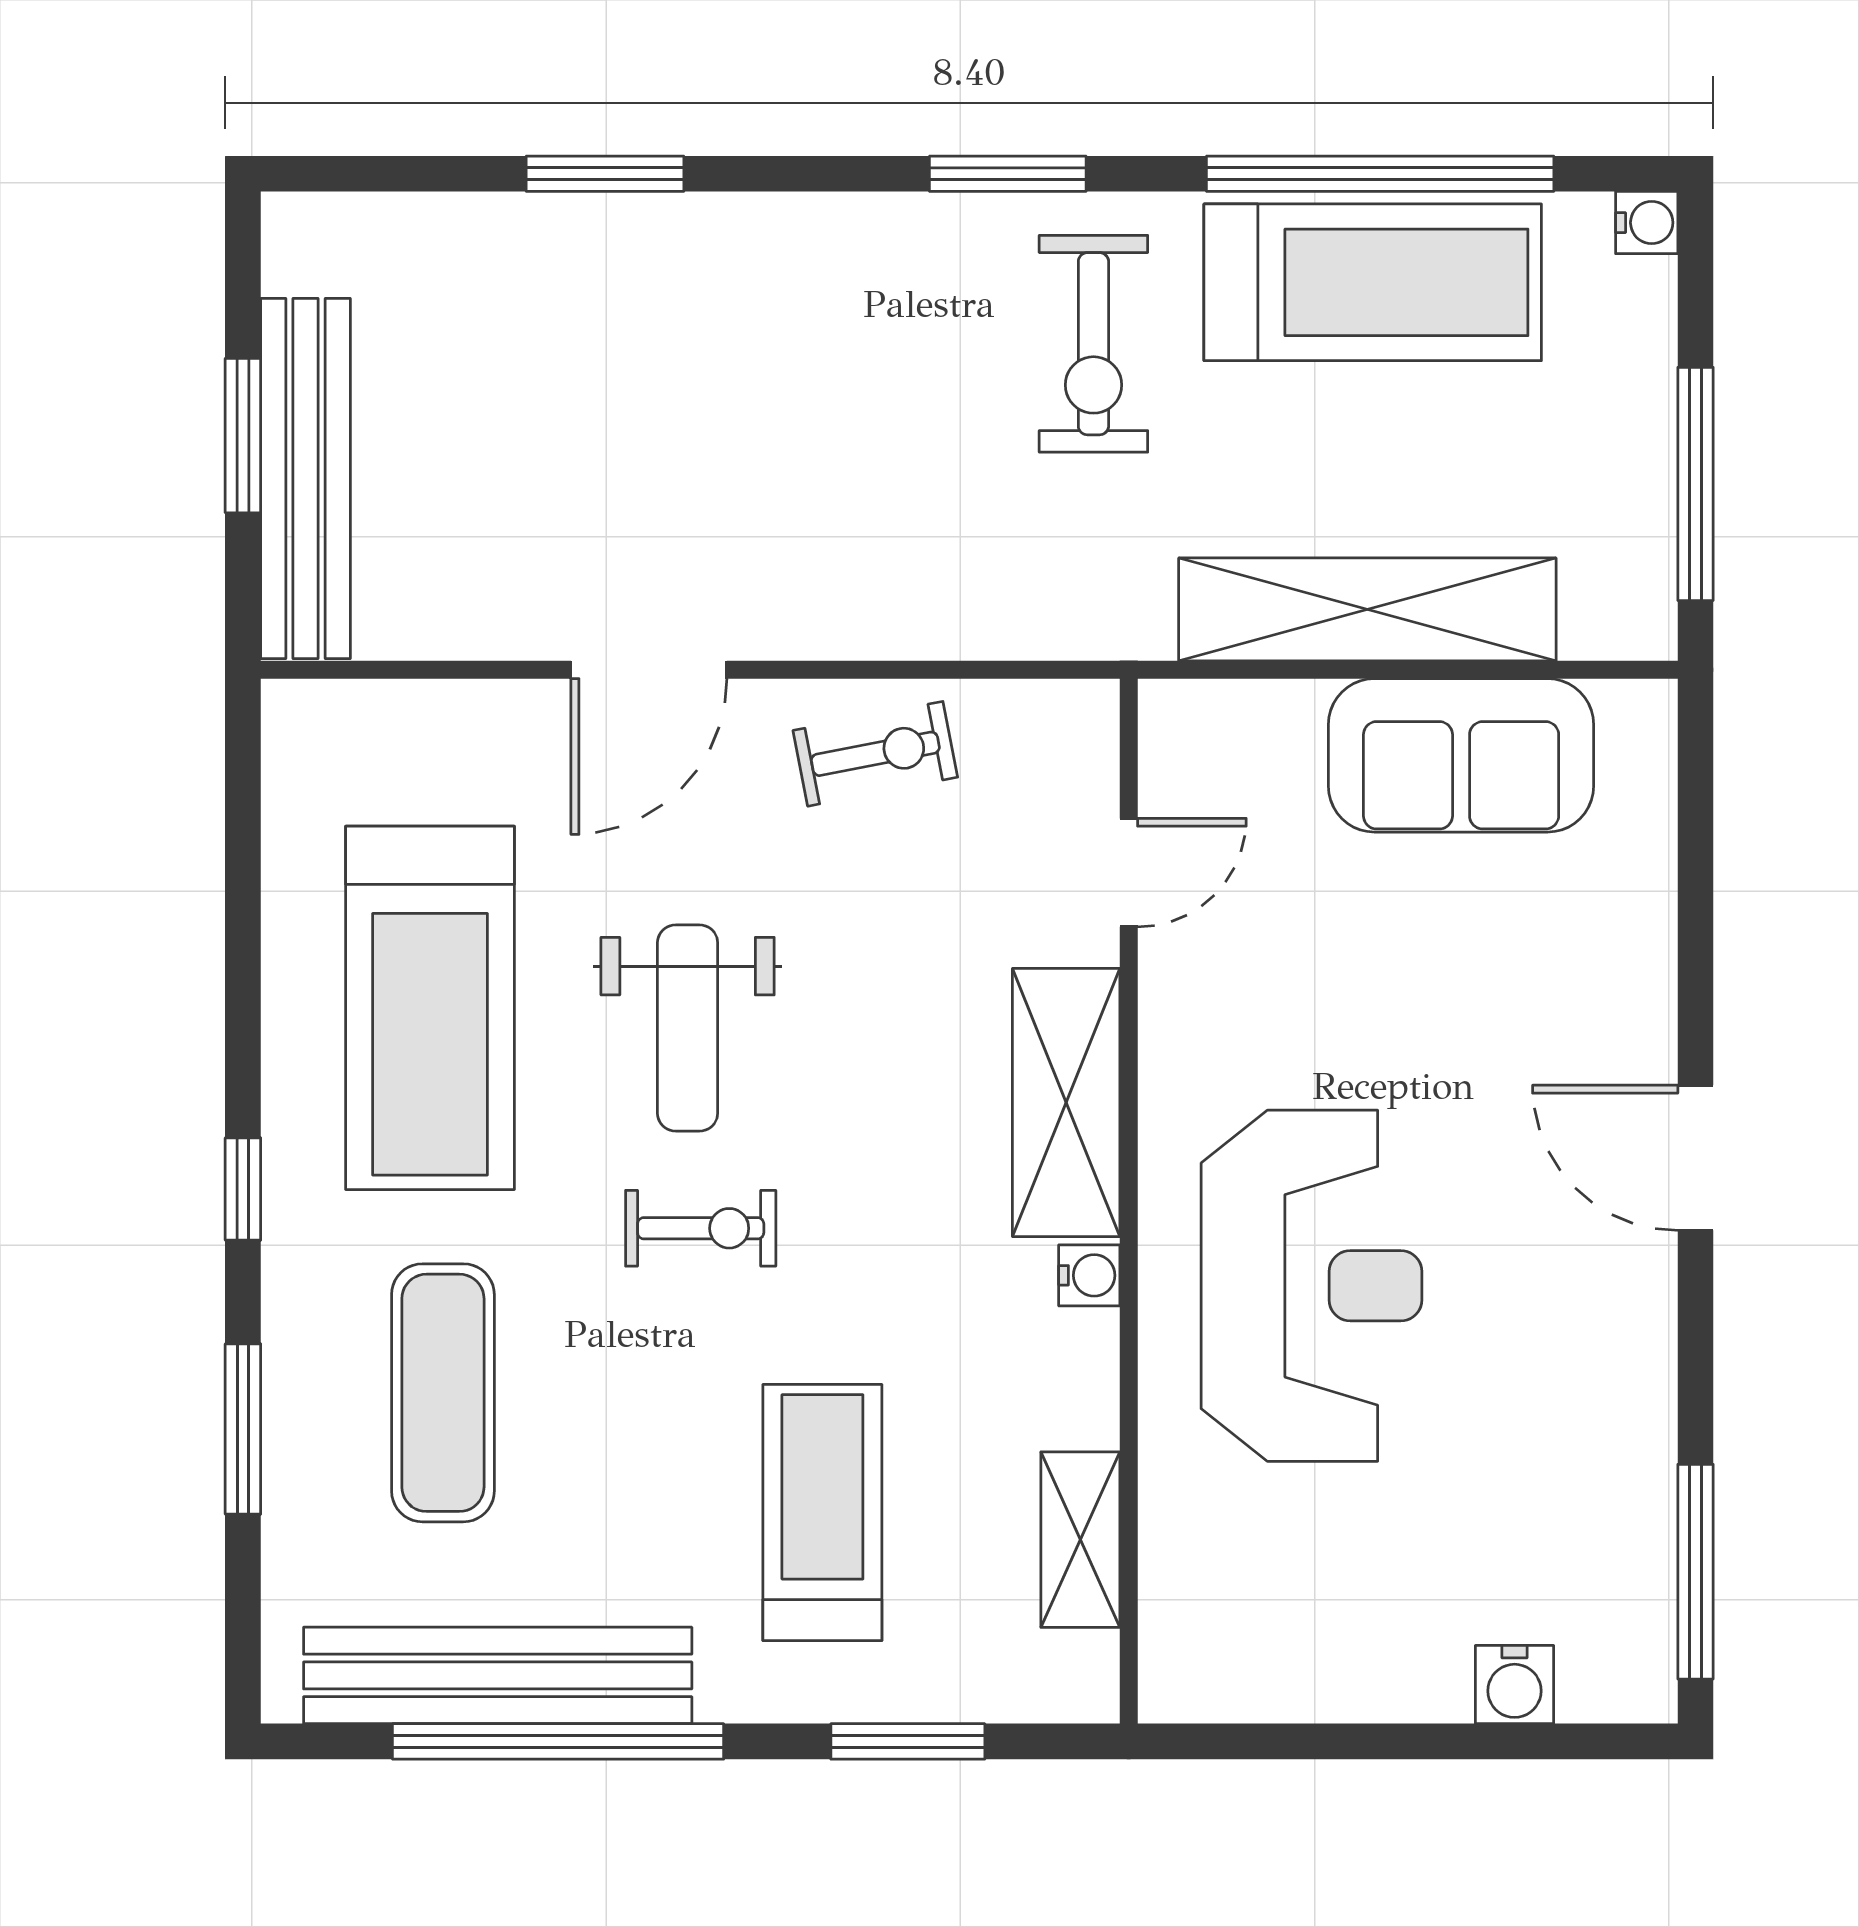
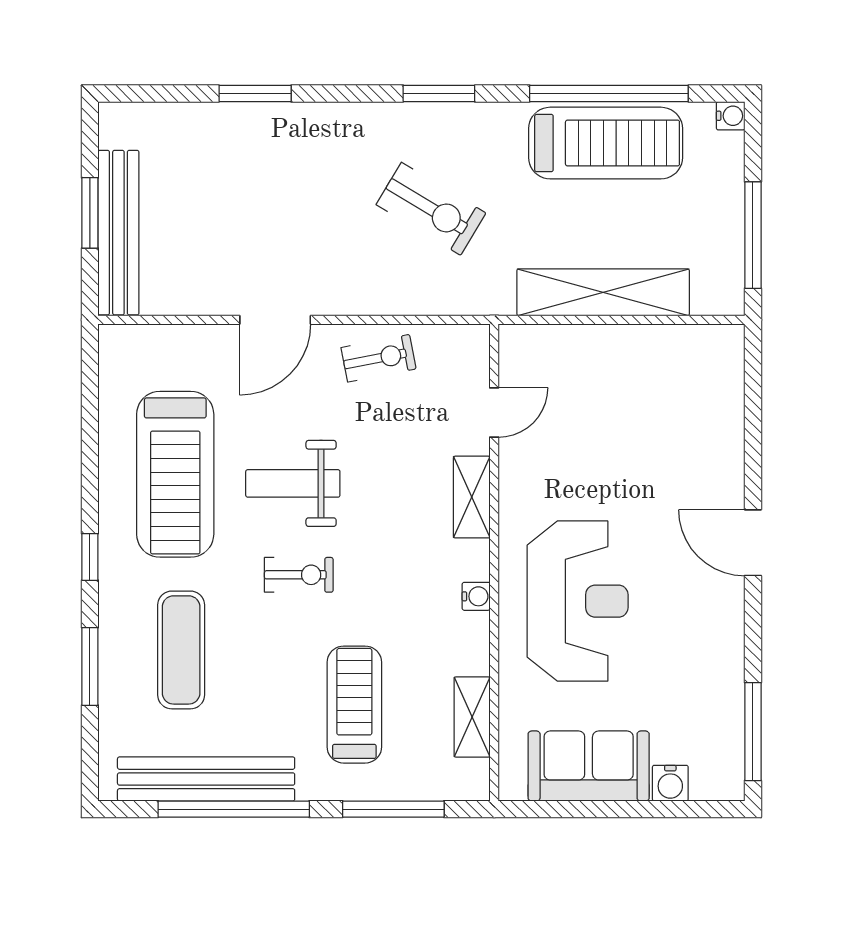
exercise bike: (1093, 344) -> (431, 209), moved, turned -59
sofa: (1461, 755) -> (589, 766), moved, turned 180
weight bench: (688, 1028) -> (293, 483), turned 90
shelving: (1066, 1103) -> (472, 497), width x0.67, depth x0.75
window: (908, 1741) -> (393, 809), width x1.44

